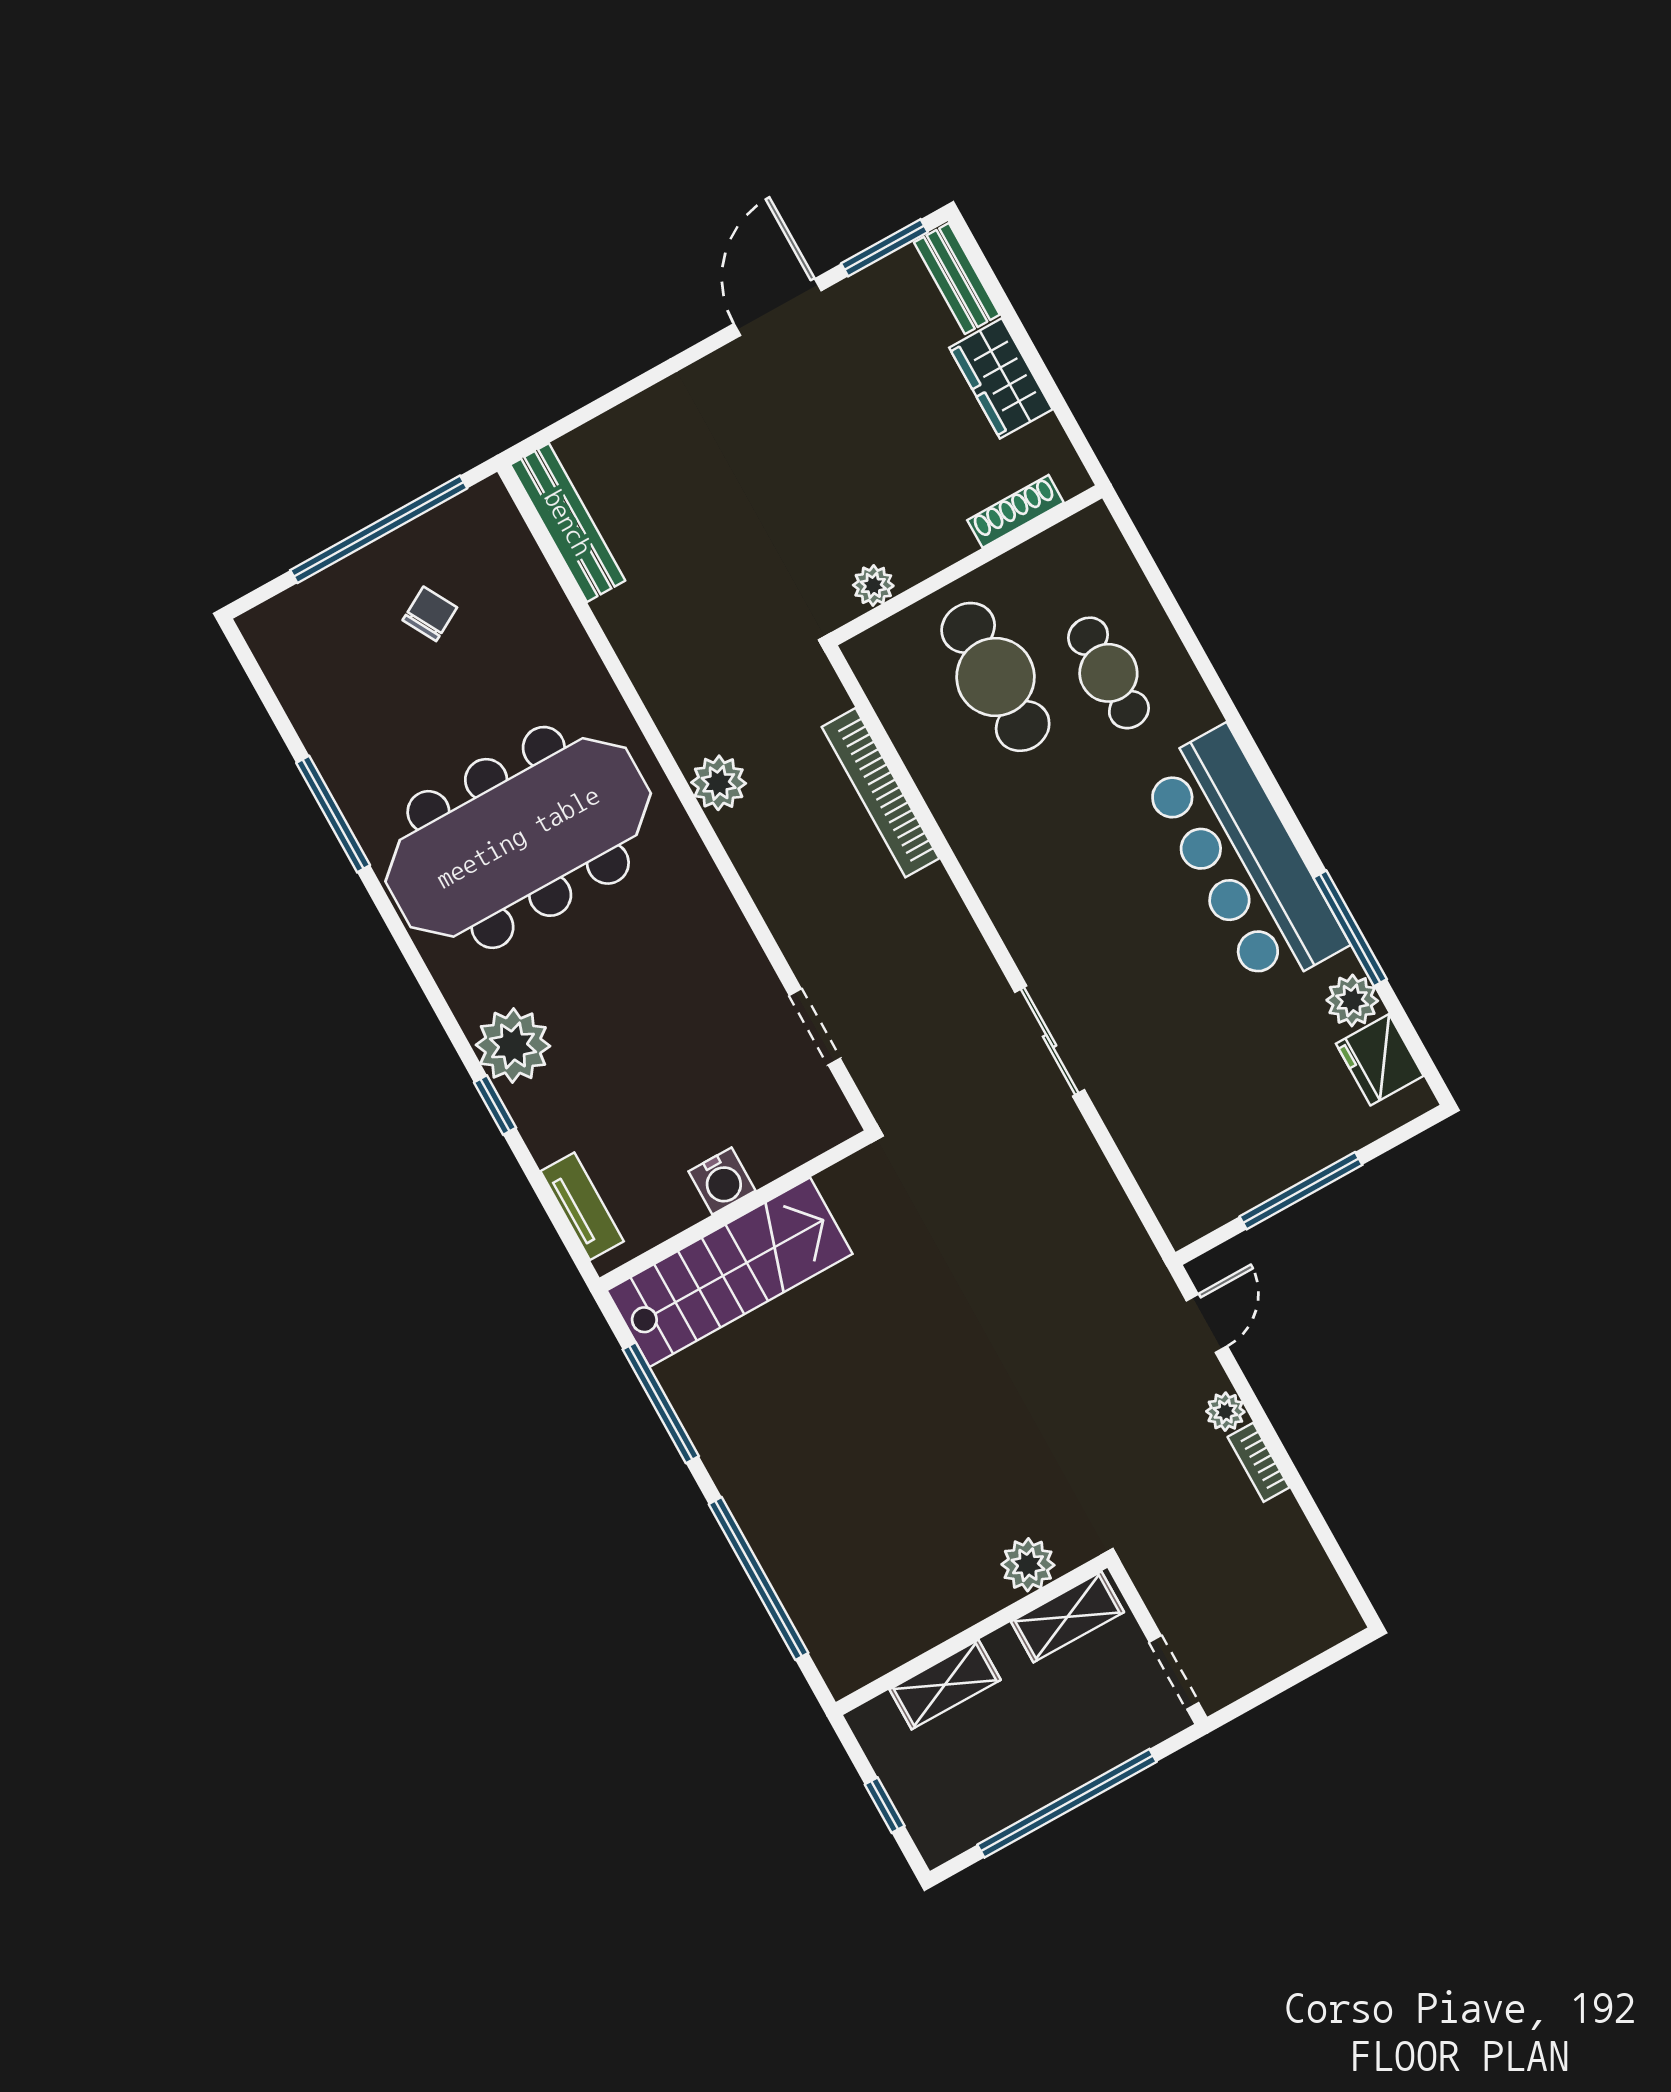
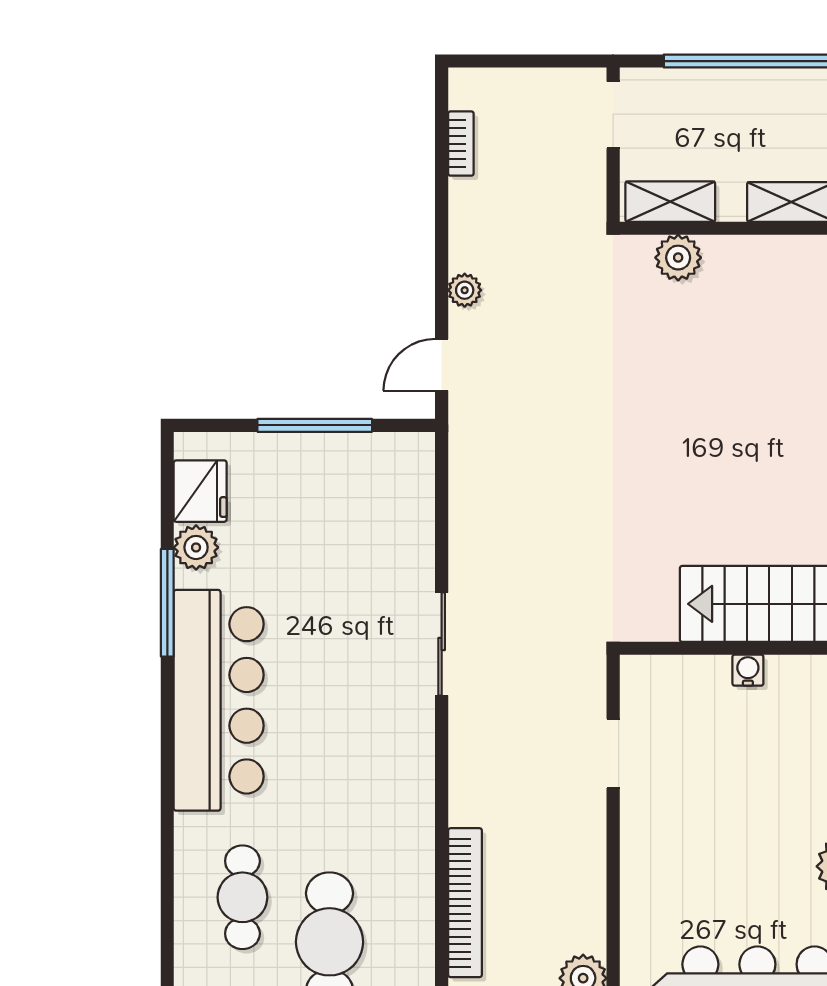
water cooler: (722, 1181) -> (748, 670), width x0.72, depth x0.72
bookcase: (1259, 1462) -> (461, 144), moved

